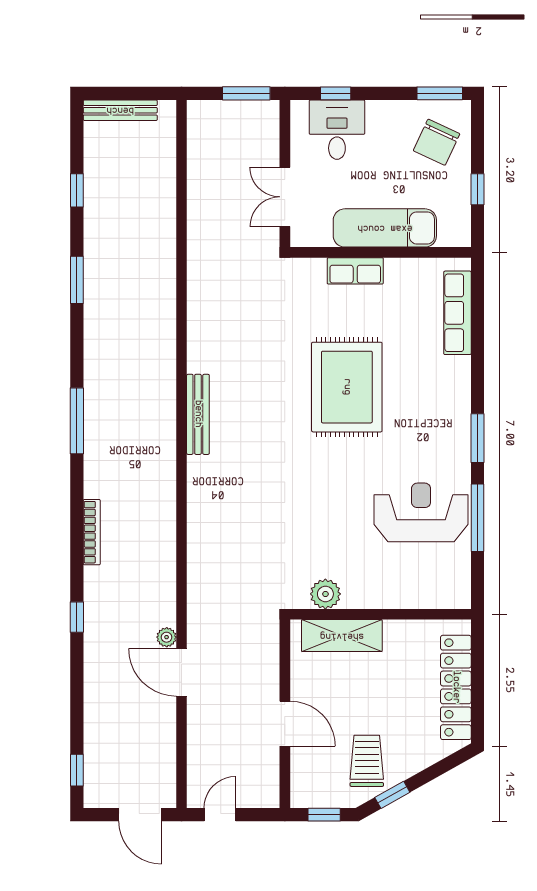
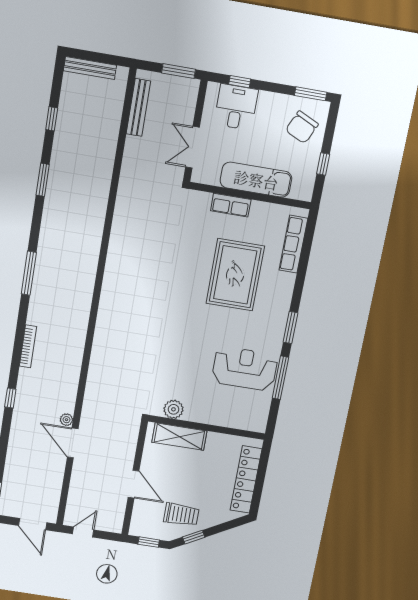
rug: (347, 387) -> (235, 275), moved
bench: (198, 414) -> (138, 107), moved
trolley: (367, 761) -> (181, 515), turned 90

